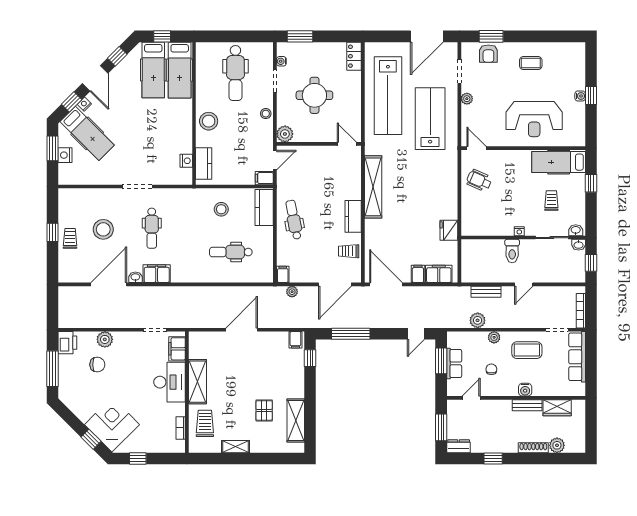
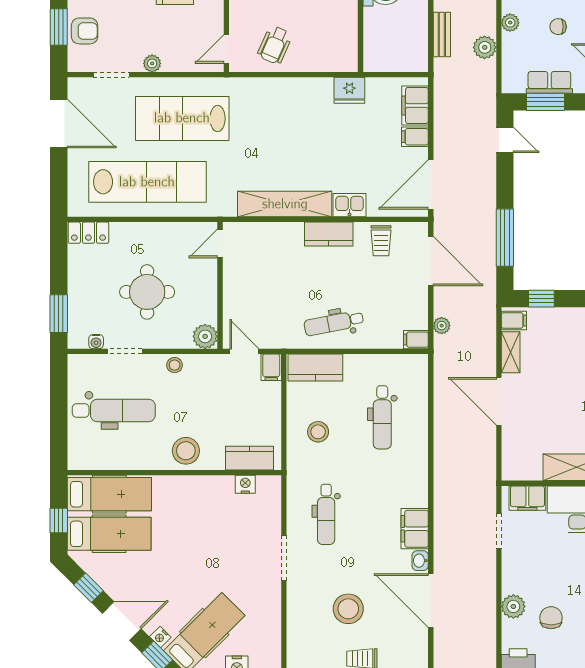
dental chair: (152, 228) -> (326, 514), moved, turned 90
kitchen sink: (372, 230) -> (349, 205), added
shelving: (274, 338) -> (511, 352), added

